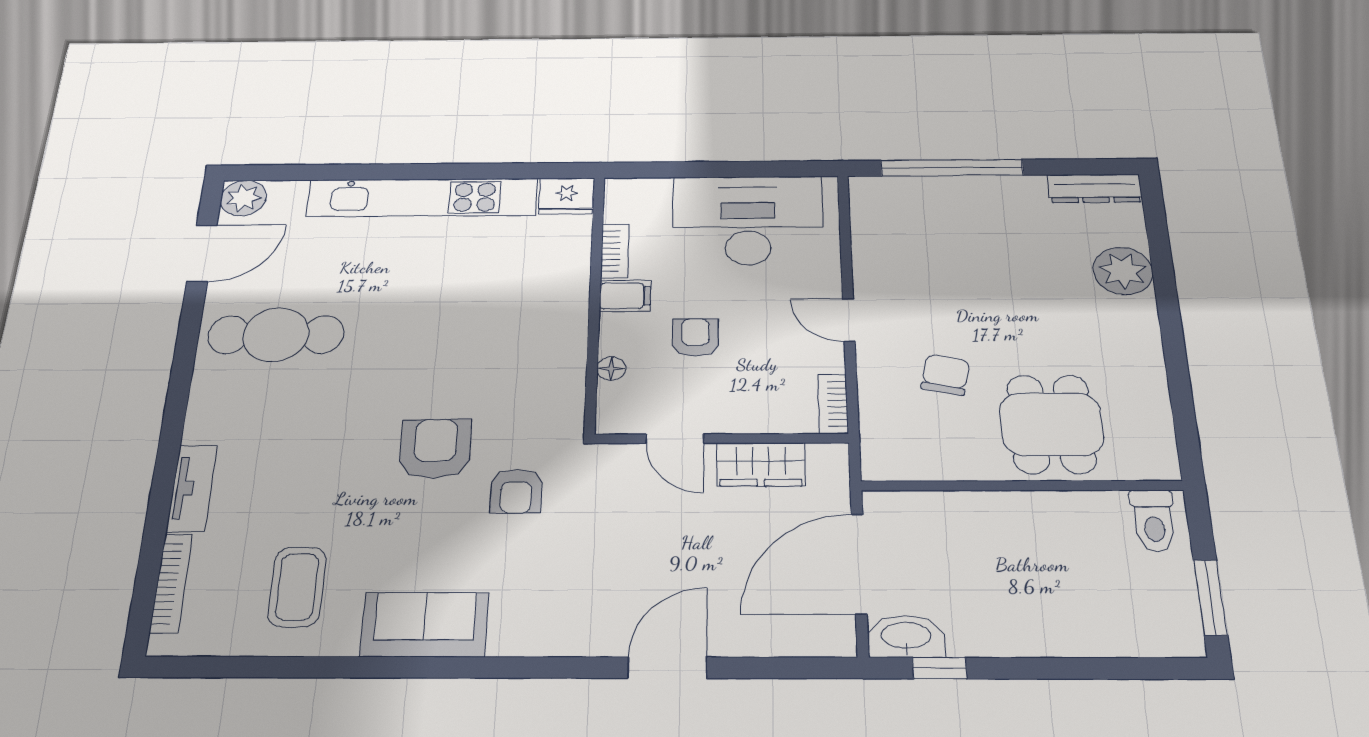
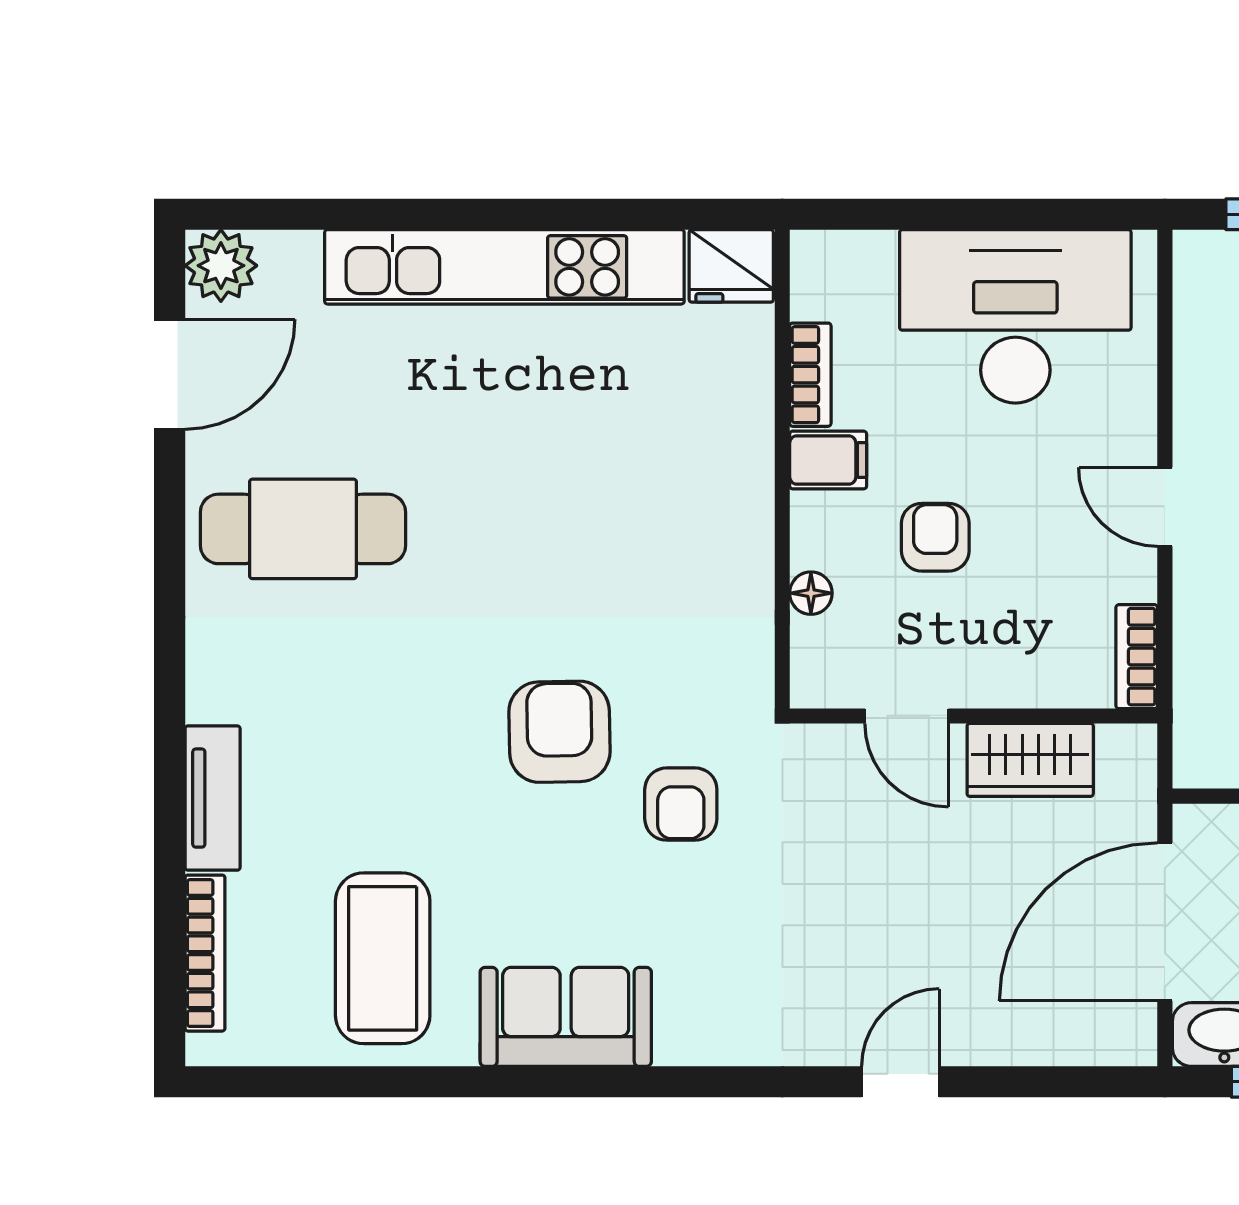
coffee table: (297, 587) -> (383, 958), width x1.36, depth x1.32
door: (667, 668) -> (900, 1082), width x0.73

